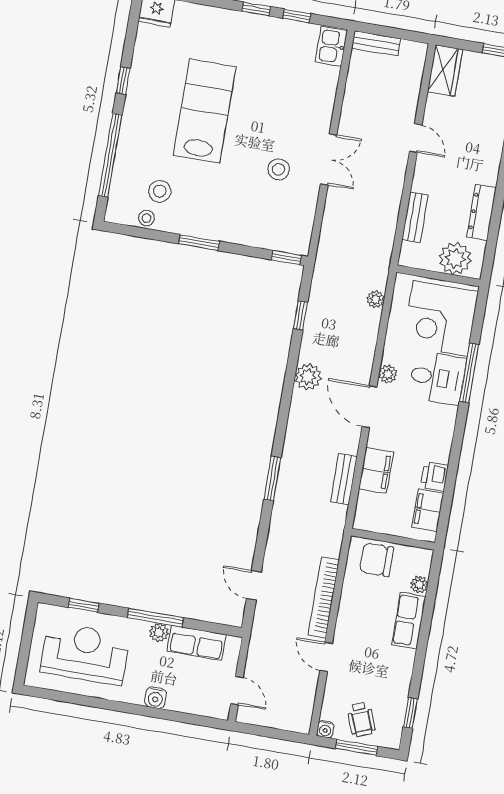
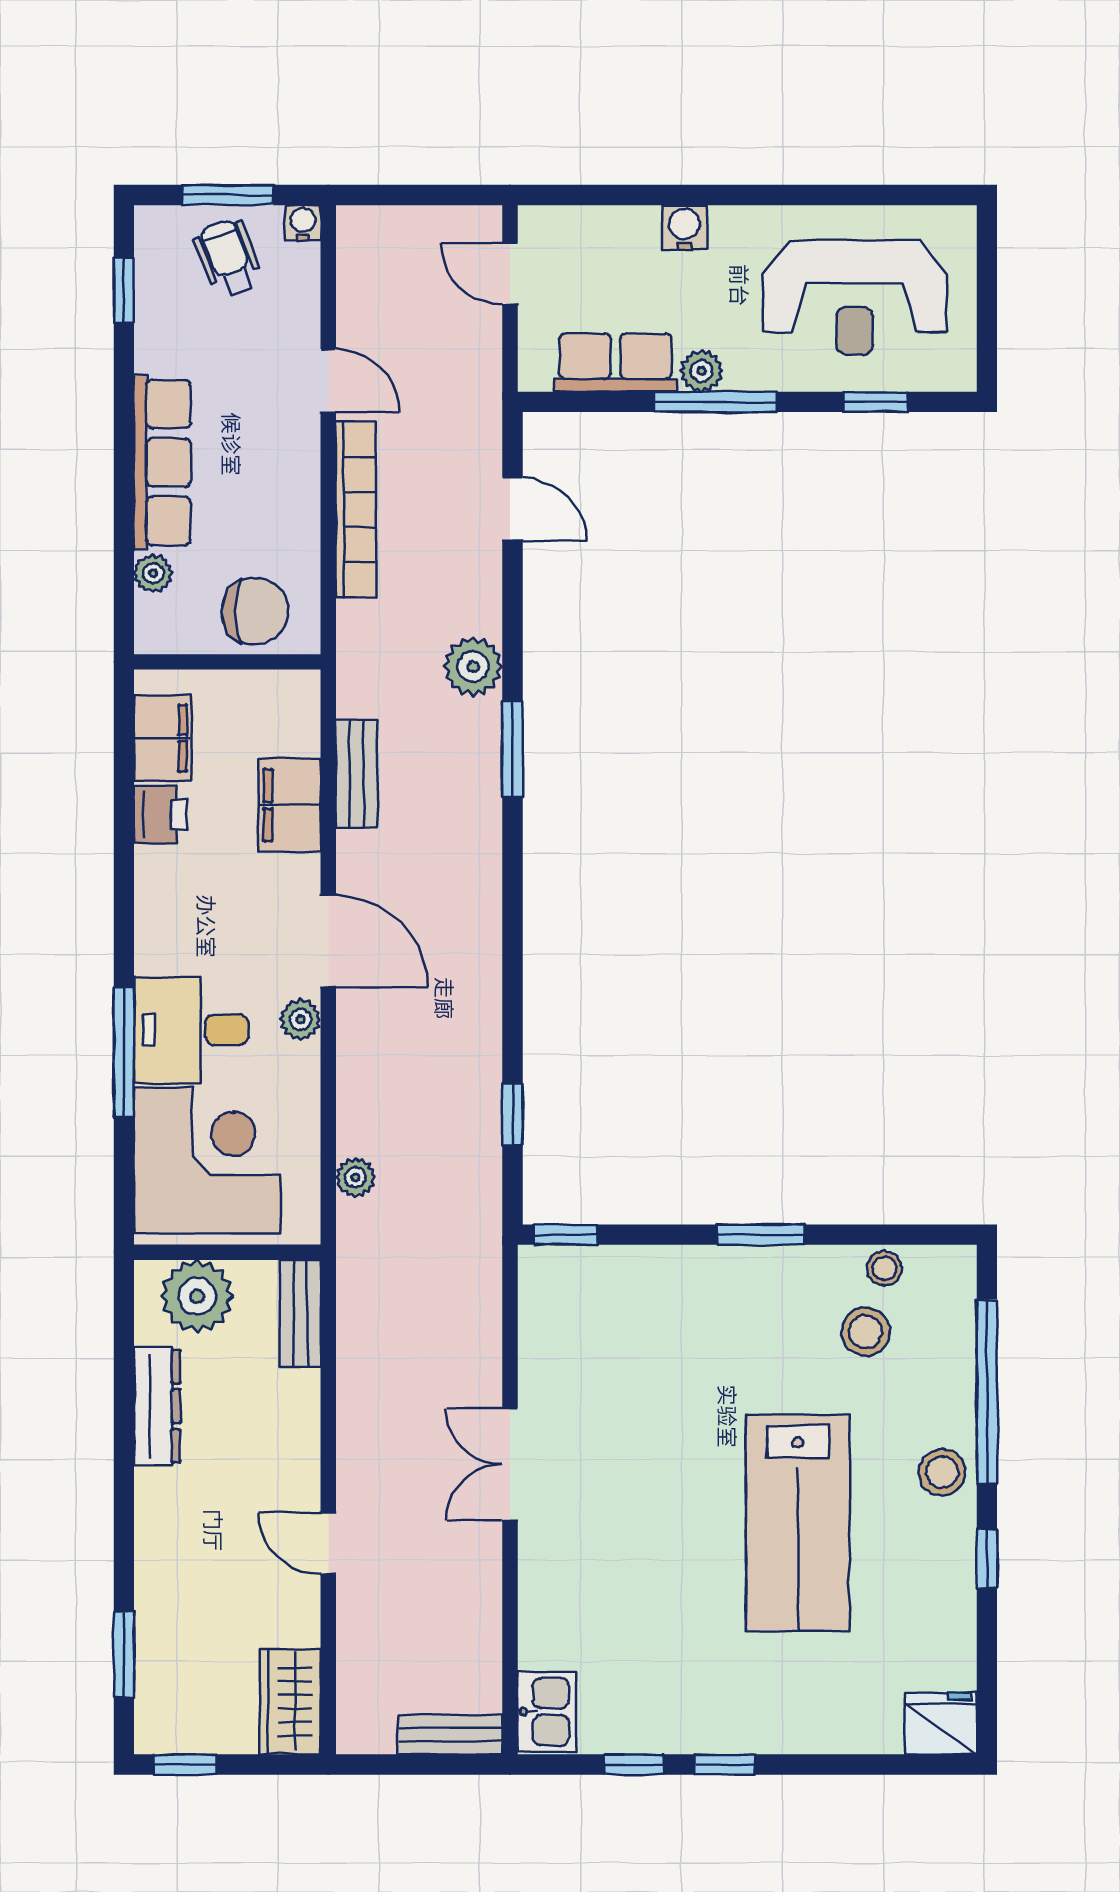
stool: (279, 169) -> (942, 1472), moved
bench: (415, 217) -> (300, 1313), moved
plant: (308, 377) -> (473, 667), moved
row of seats: (409, 621) -> (162, 462), width x1.48

